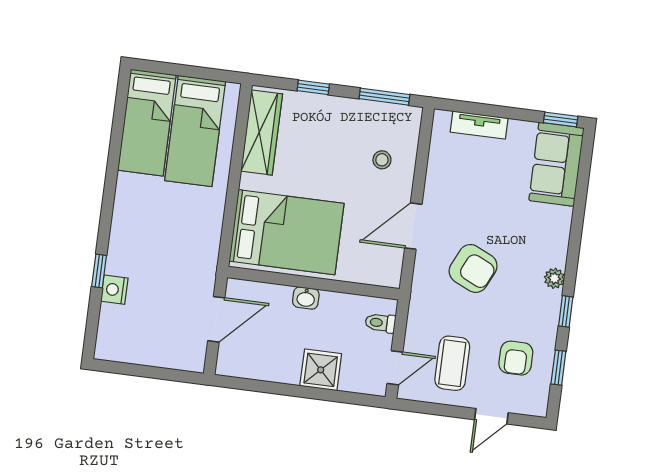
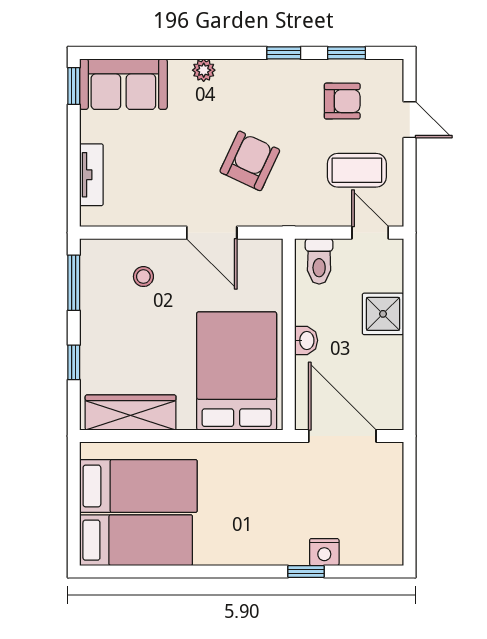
plant: (554, 278) -> (204, 70), moved
door: (216, 319) -> (342, 436), width x1.36
toilet: (380, 323) -> (319, 261), width x1.37, depth x1.39

